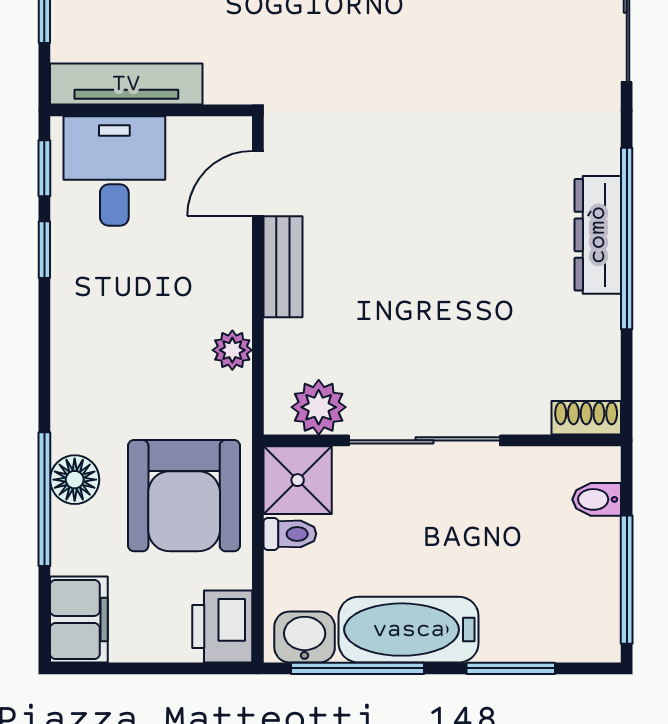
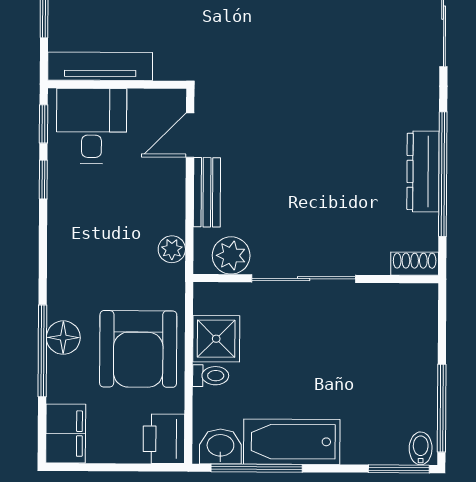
plant: (319, 407) -> (231, 255), moved
shoe rack: (586, 418) -> (415, 264), moved
sliding door: (425, 440) -> (304, 279), moved
wall: (442, 440) -> (316, 279), moved
bidet: (597, 499) -> (421, 448), moved, turned 90
window: (511, 668) -> (399, 469), moved

